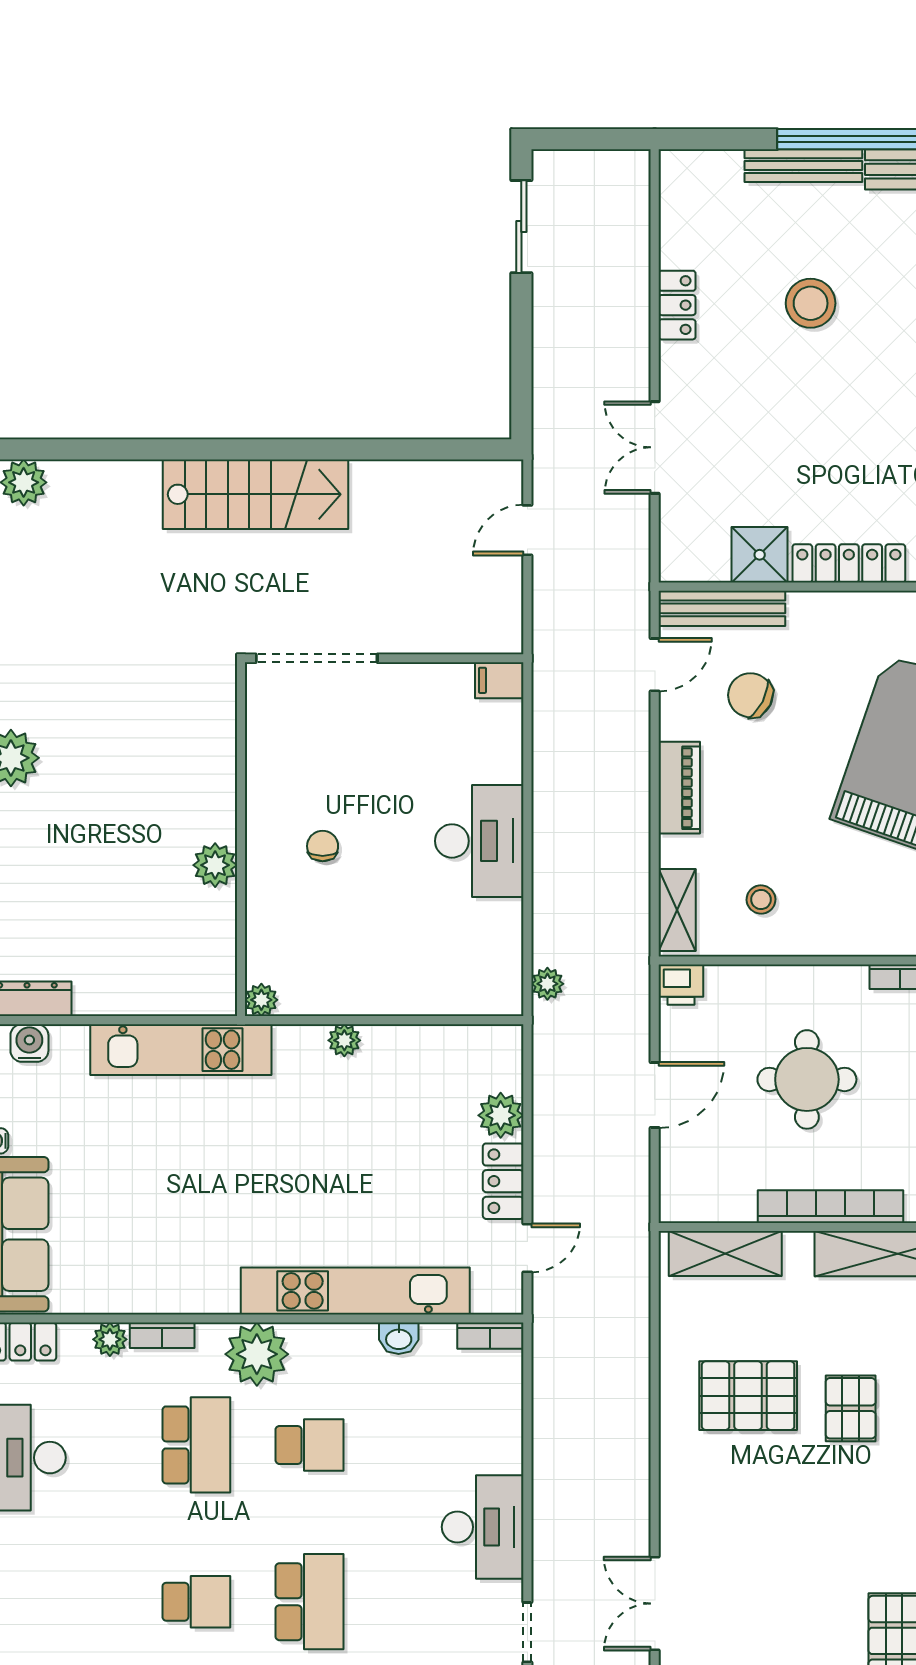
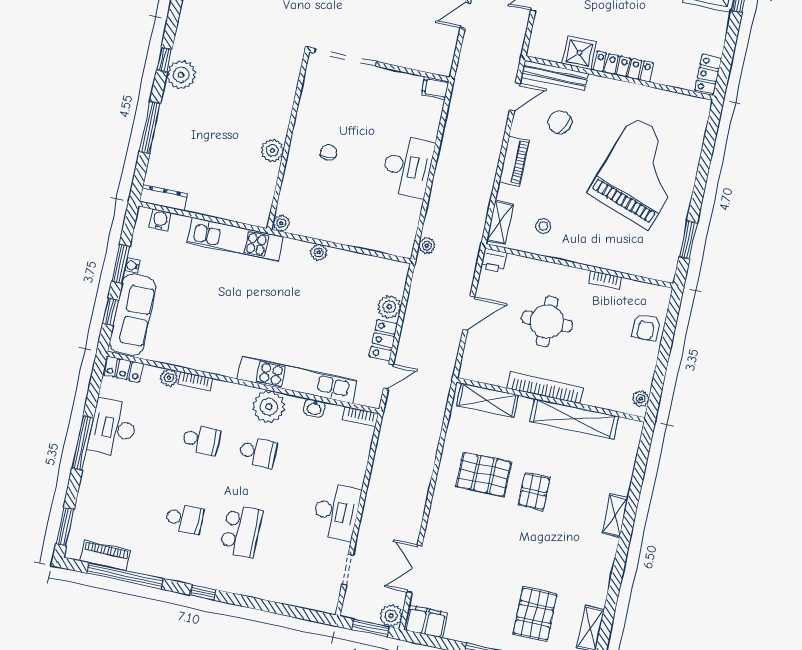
plant: (257, 1354) -> (269, 407), moved
school desk: (196, 1445) -> (201, 440), width x0.54

